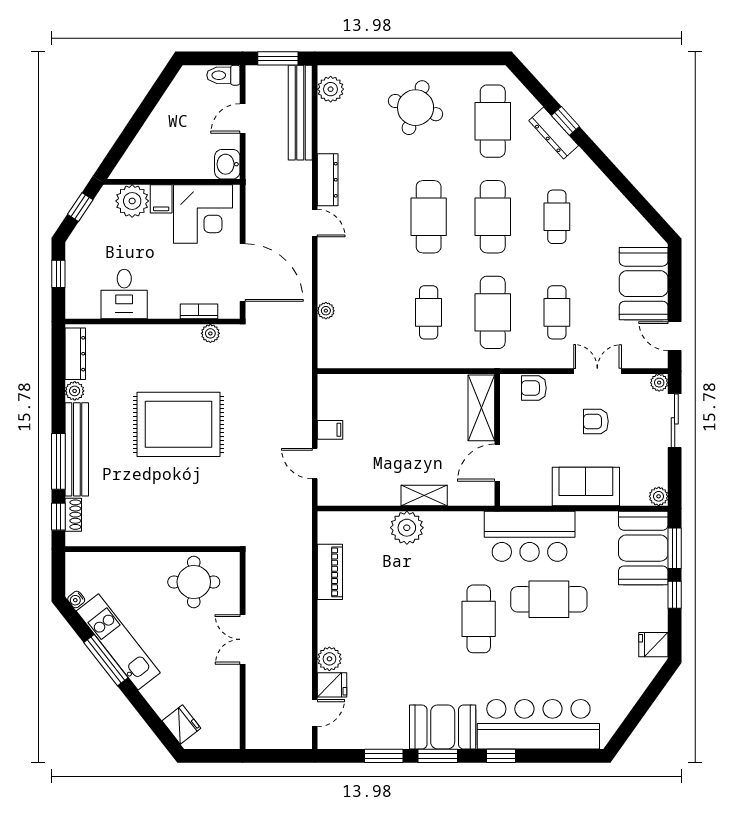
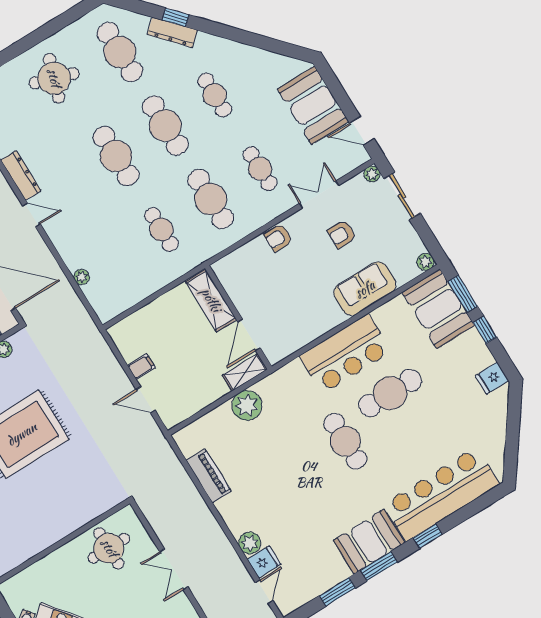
shelving: (481, 408) -> (211, 300), moved
wall: (497, 440) -> (238, 317), moved
door: (497, 463) -> (249, 335), moved

